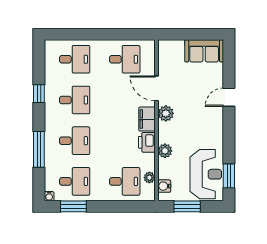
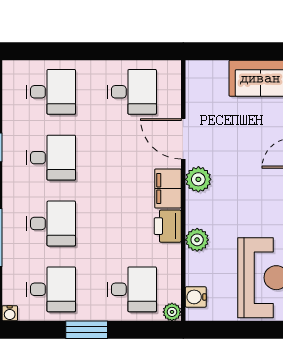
plant: (149, 178) -> (172, 312), moved
window: (73, 206) -> (87, 330), moved
window: (187, 206) -> (233, 330), removed

